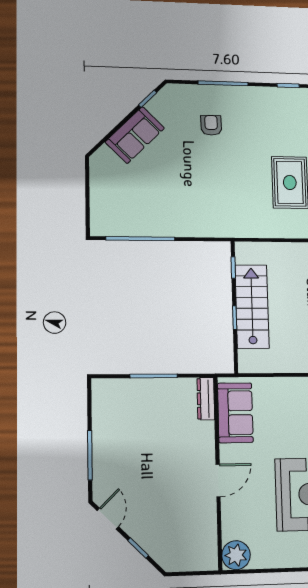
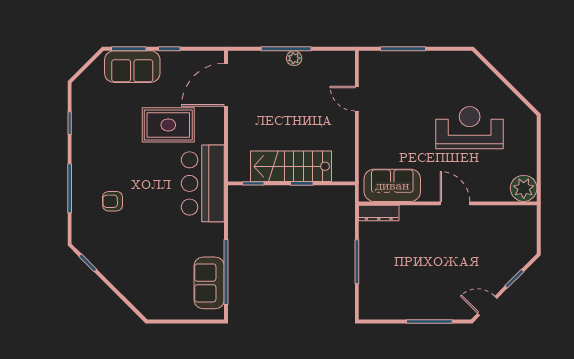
sofa: (135, 135) -> (209, 283), moved, turned -135
bar counter: (232, 216) -> (203, 183), added

